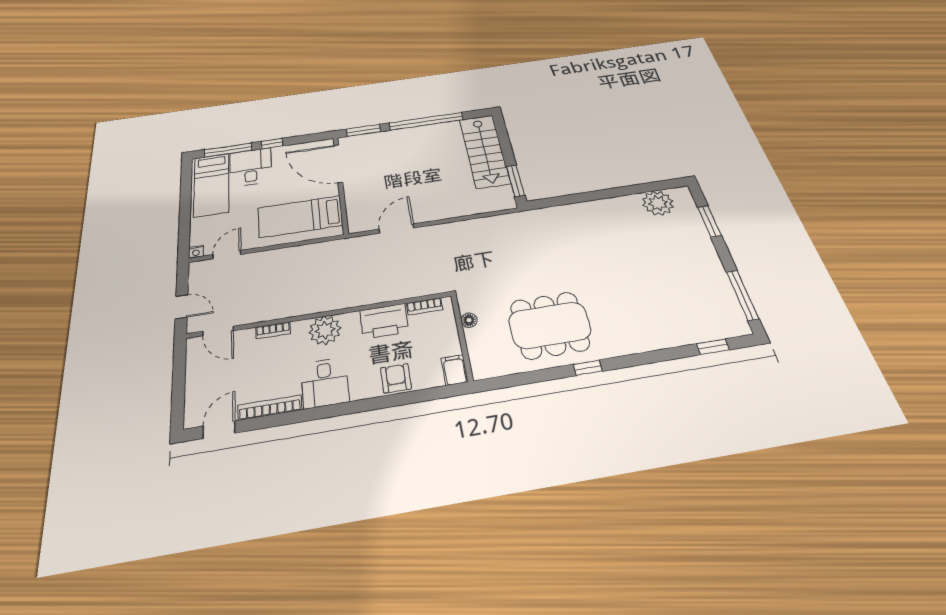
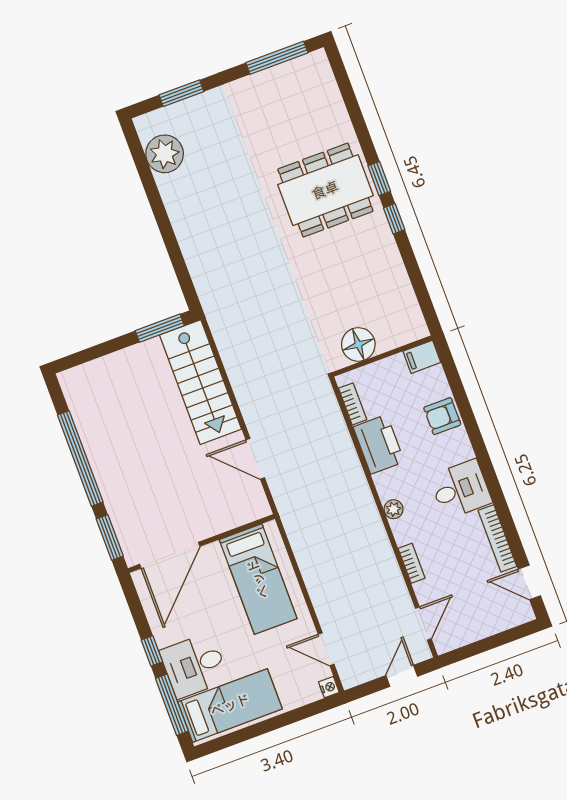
stairs: (485, 151) -> (201, 382), moved, turned 90
floor lamp: (469, 320) -> (358, 344), width x1.89, depth x1.89
dining table: (550, 325) -> (325, 190), moved, turned 90
plant: (325, 330) -> (394, 509), width x0.53, depth x0.53
window: (713, 347) -> (379, 179), moved

